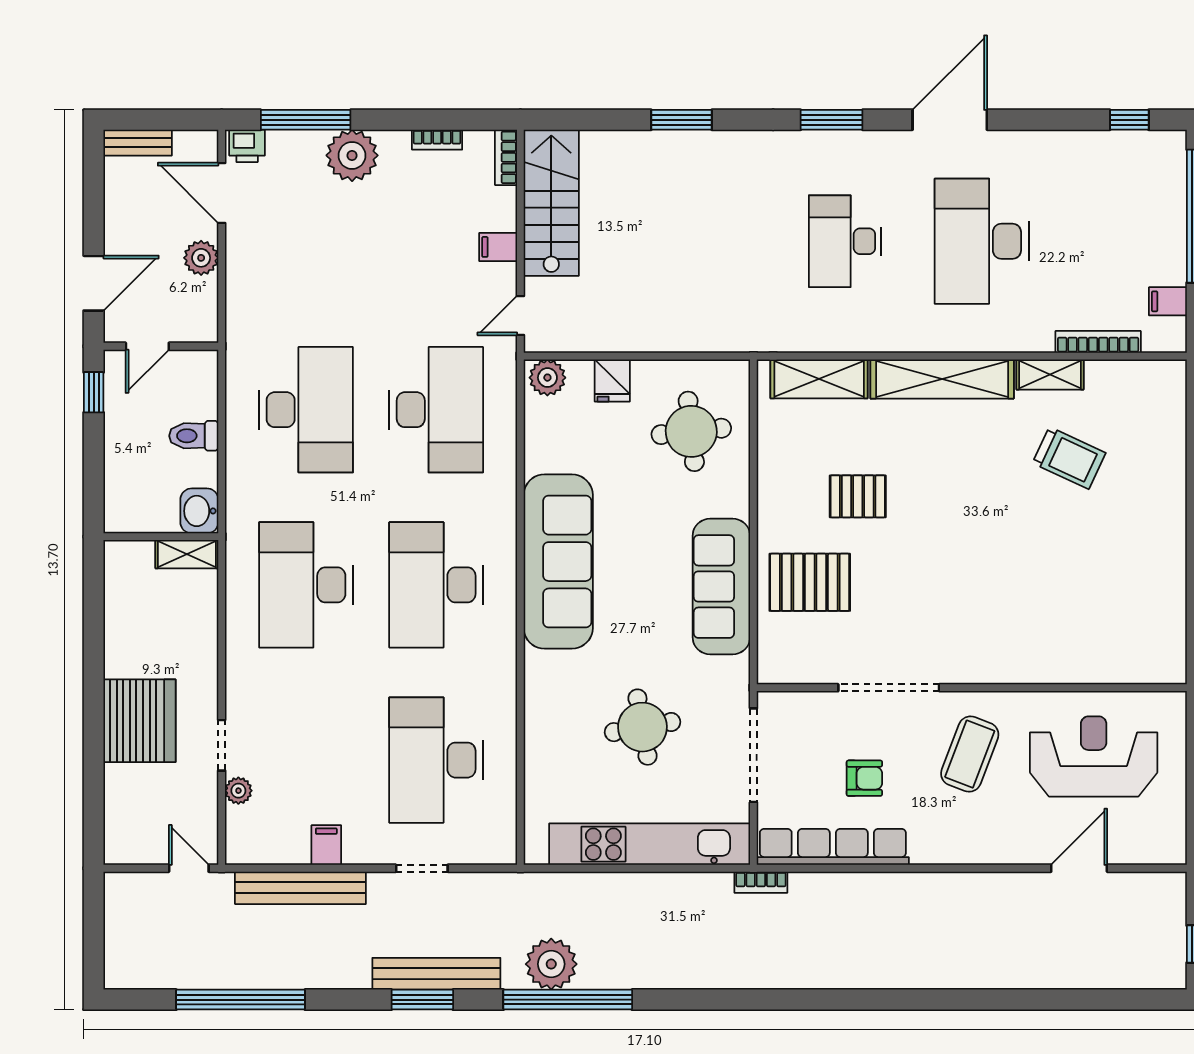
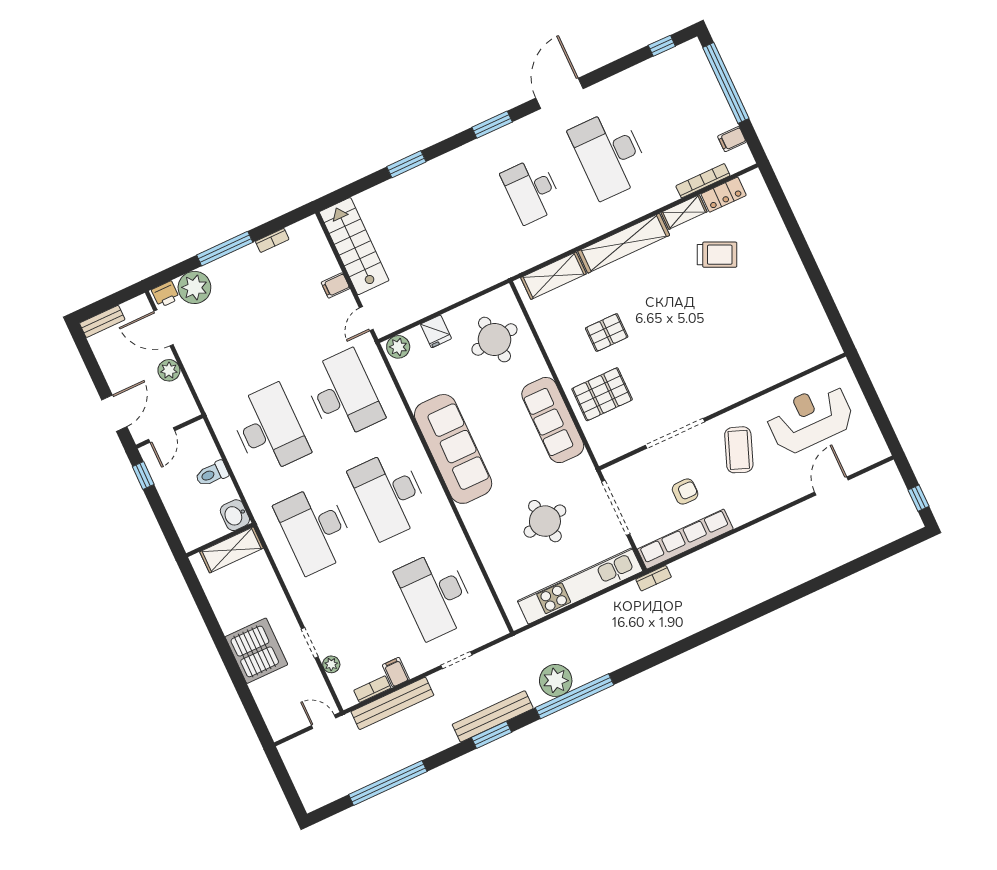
window: (306, 120) -> (225, 249), moved
plant: (352, 155) -> (194, 287), moved
bookcase: (506, 157) -> (372, 689), moved, turned 90
locker: (1119, 376) -> (724, 195), added
shelving: (187, 554) -> (232, 550), width x1.50, depth x1.33

